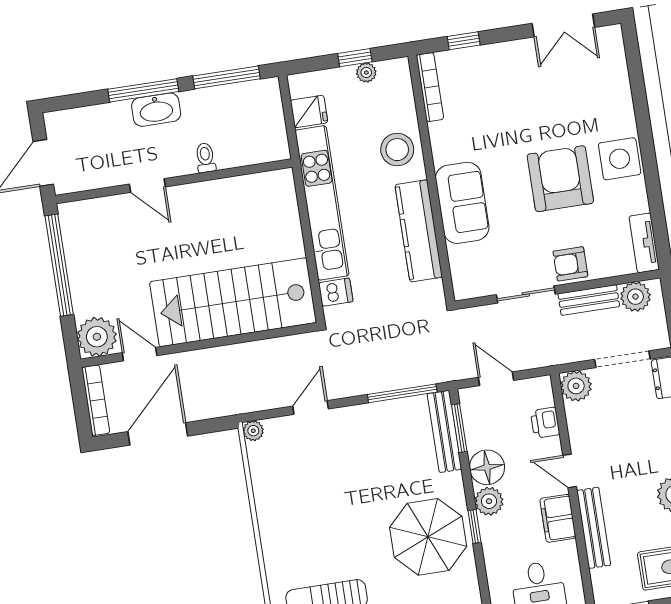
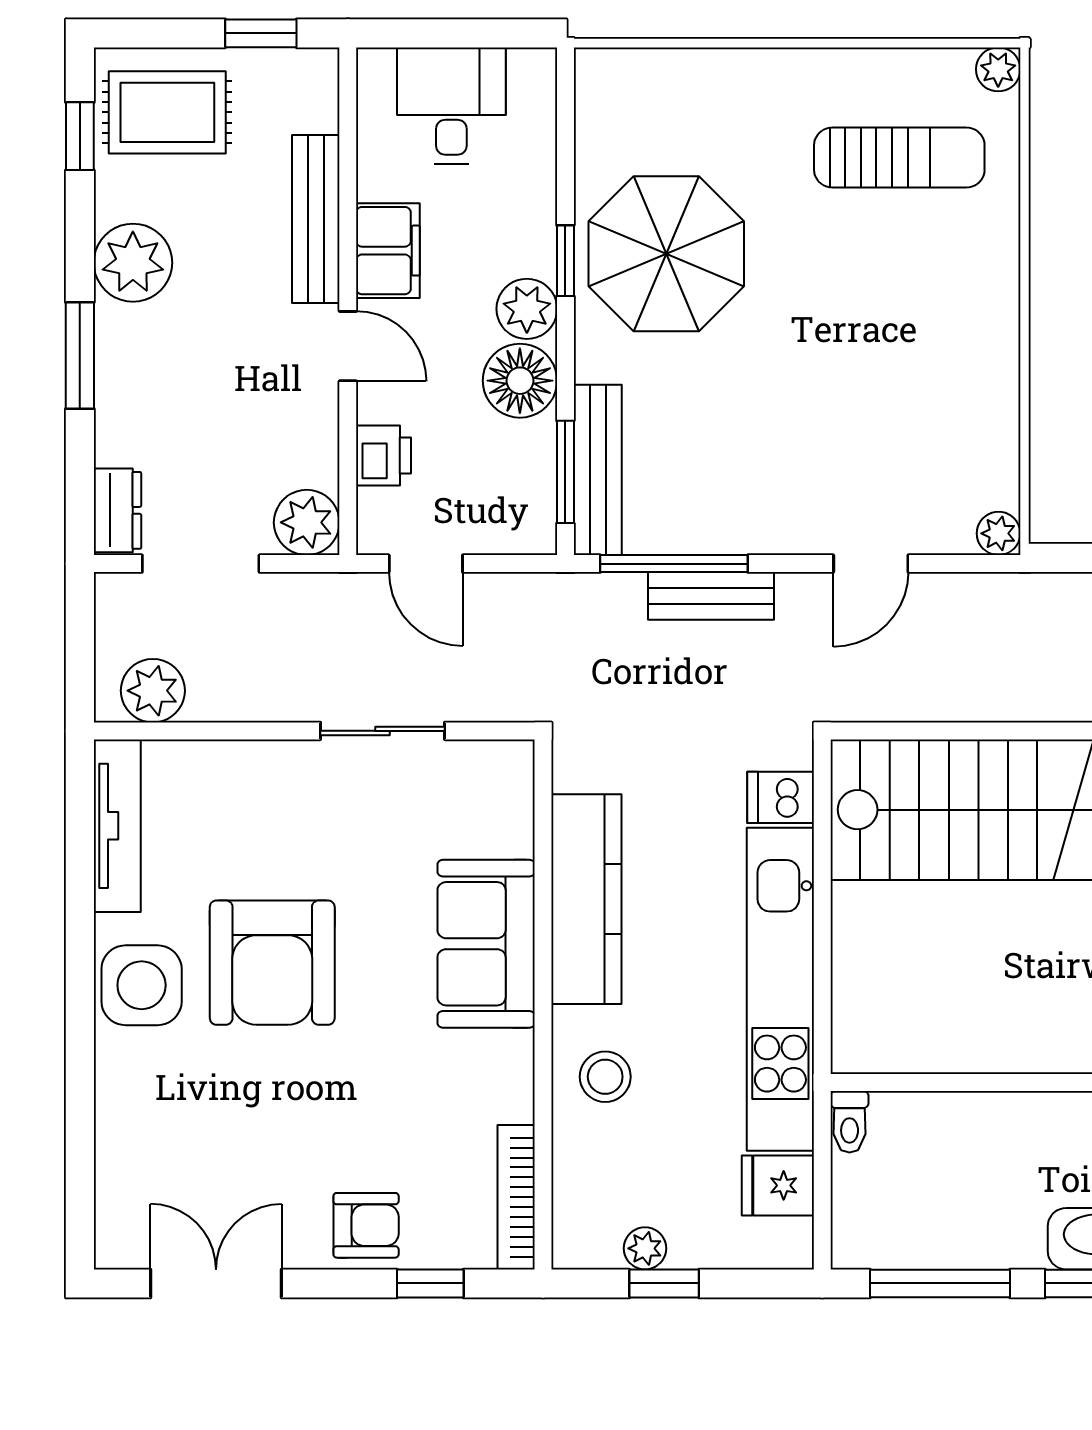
stool: (397, 150) -> (605, 1077), width x0.73, depth x0.73
toilet: (205, 158) -> (850, 1122), moved
tv unit: (644, 243) -> (117, 826), width x1.41
armchair: (570, 264) -> (366, 1225), moved
bench: (589, 300) -> (711, 596), moved
door: (496, 379) -> (426, 564), moved

